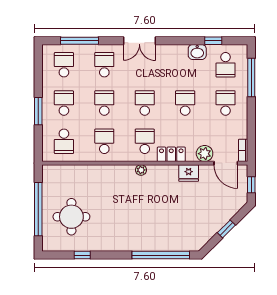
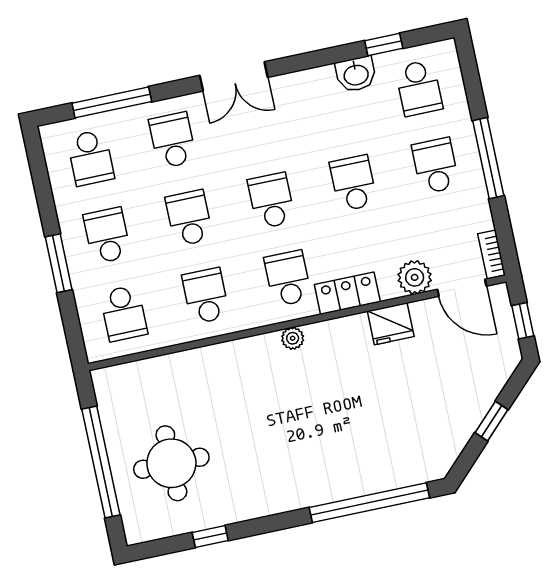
school desk: (64, 65) -> (91, 158), turned 180
window: (251, 77) -> (488, 158), moved

